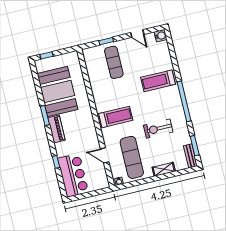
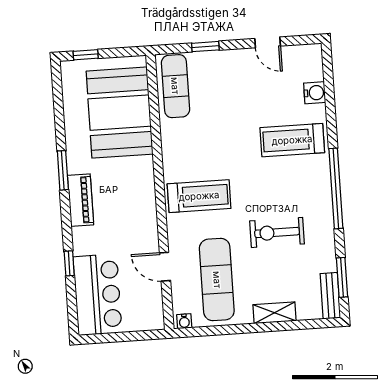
water cooler: (161, 36) -> (315, 93), moved
exercise mat: (114, 62) -> (175, 86), moved
booth: (57, 92) -> (120, 113), moved

